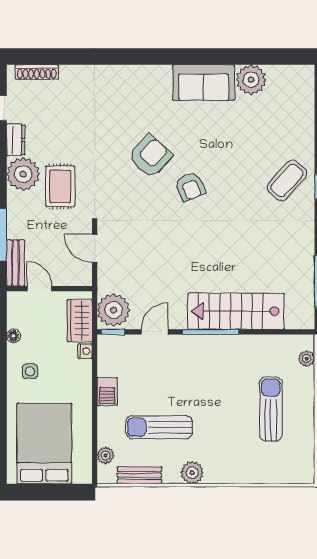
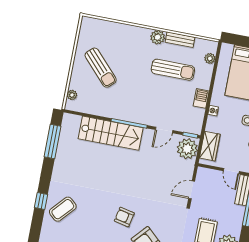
armchair: (190, 187) -> (124, 217), turned -54
door: (95, 248) -> (192, 190), swing flipped
nightstand: (85, 351) -> (213, 111), moved
sun lounger: (271, 409) -> (101, 68), turned -43
bench: (139, 475) -> (180, 40), moved

